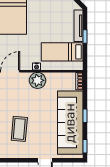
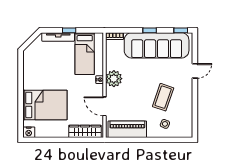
coffee table: (19, 129) -> (163, 97), turned -76

